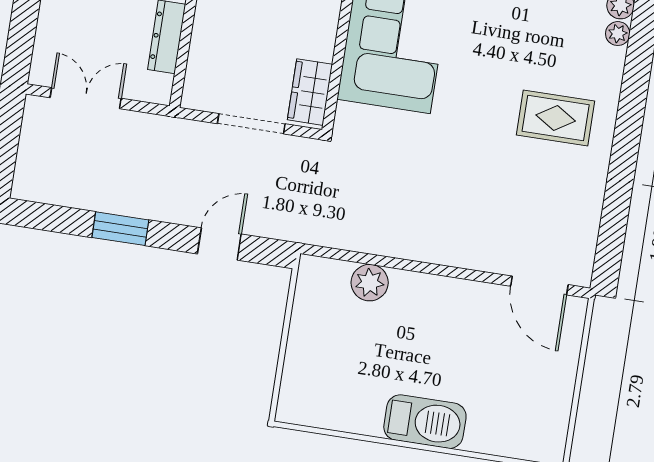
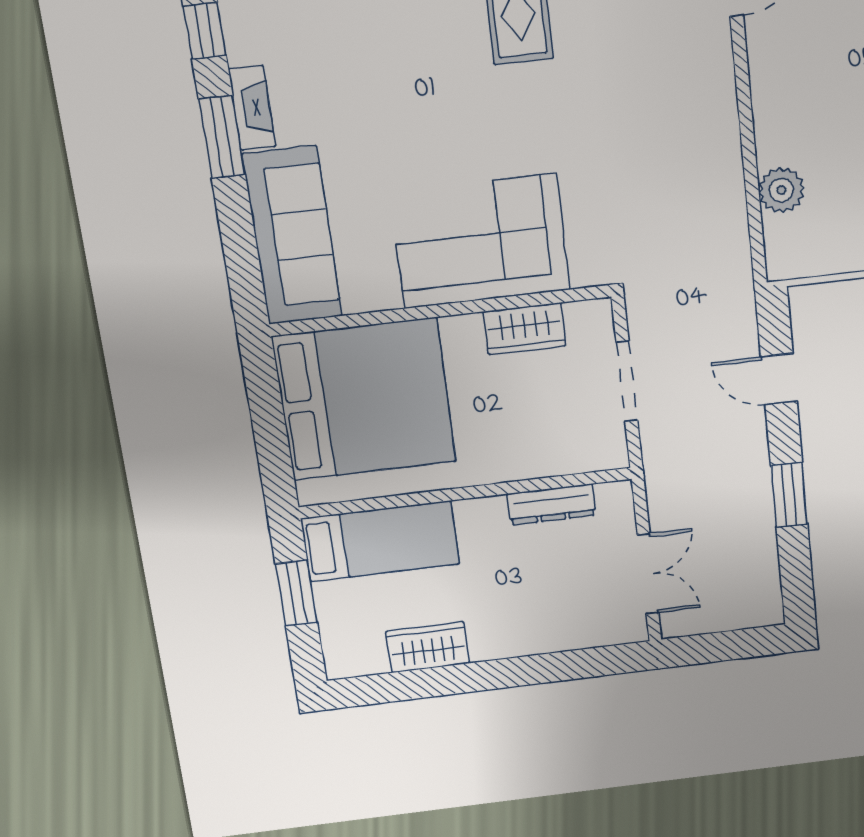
wardrobe: (310, 92) -> (525, 329), moved
double door: (86, 98) -> (648, 574), swing flipped

